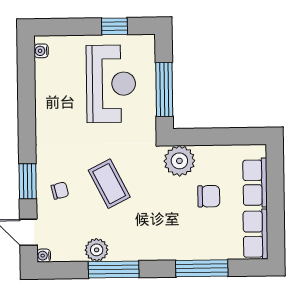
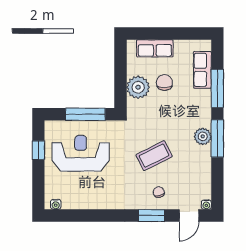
plant: (179, 161) -> (138, 87), moved
row of seats: (256, 234) -> (202, 70), moved, turned 90
plant: (97, 250) -> (203, 136), moved
window: (114, 270) -> (217, 139), moved

